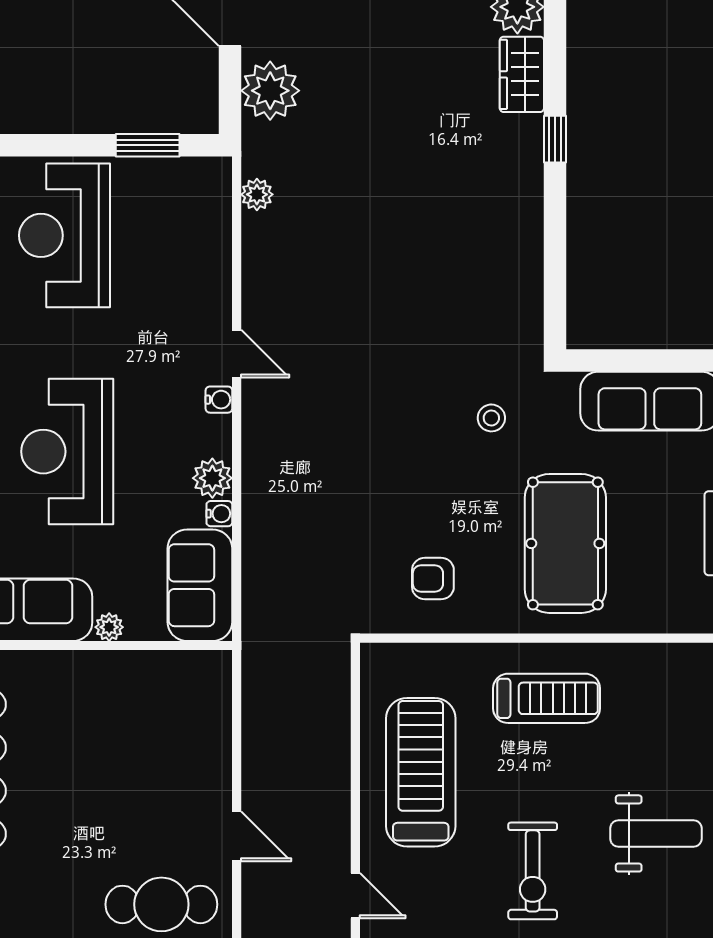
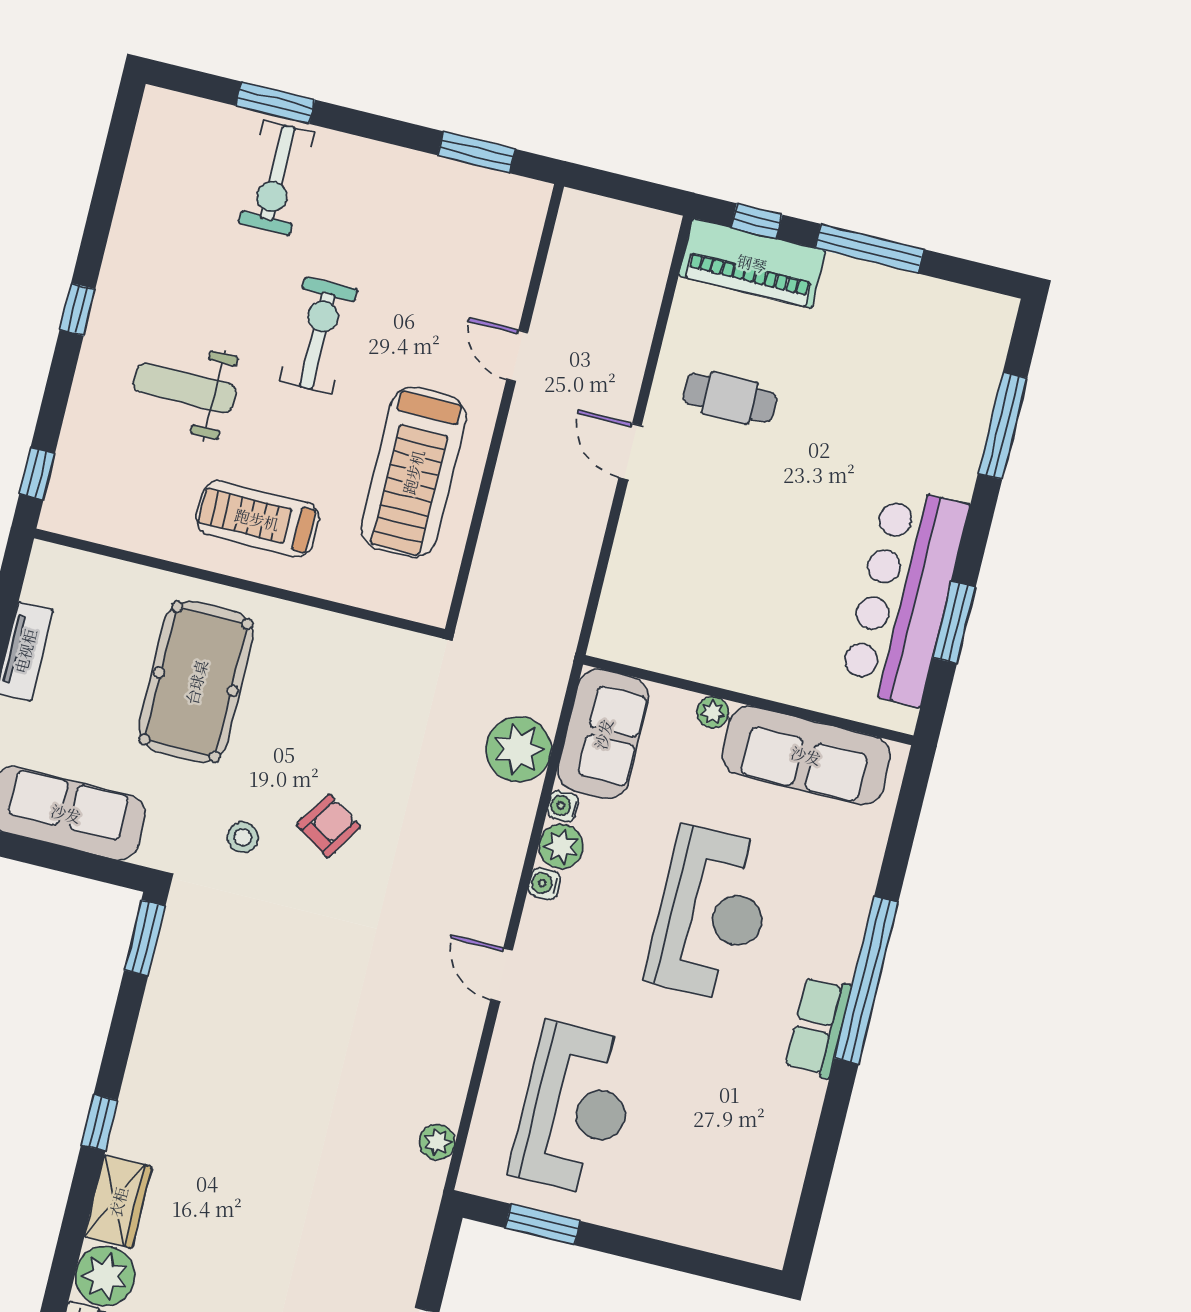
plant: (270, 91) -> (518, 749), moved
reception desk: (64, 235) -> (575, 1109), moved
window: (555, 309) -> (145, 938), added
water cooler: (219, 400) -> (544, 884), moved
armchair: (433, 579) -> (329, 826), moved, turned -57
weight bench: (656, 833) -> (185, 388), moved
cafe table: (161, 904) -> (730, 398), width x0.73, depth x0.74

